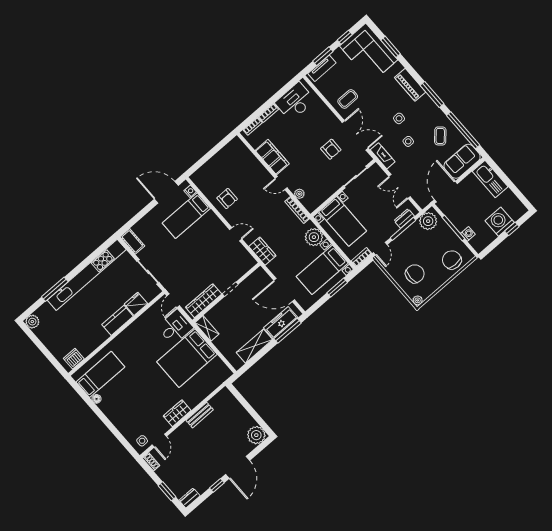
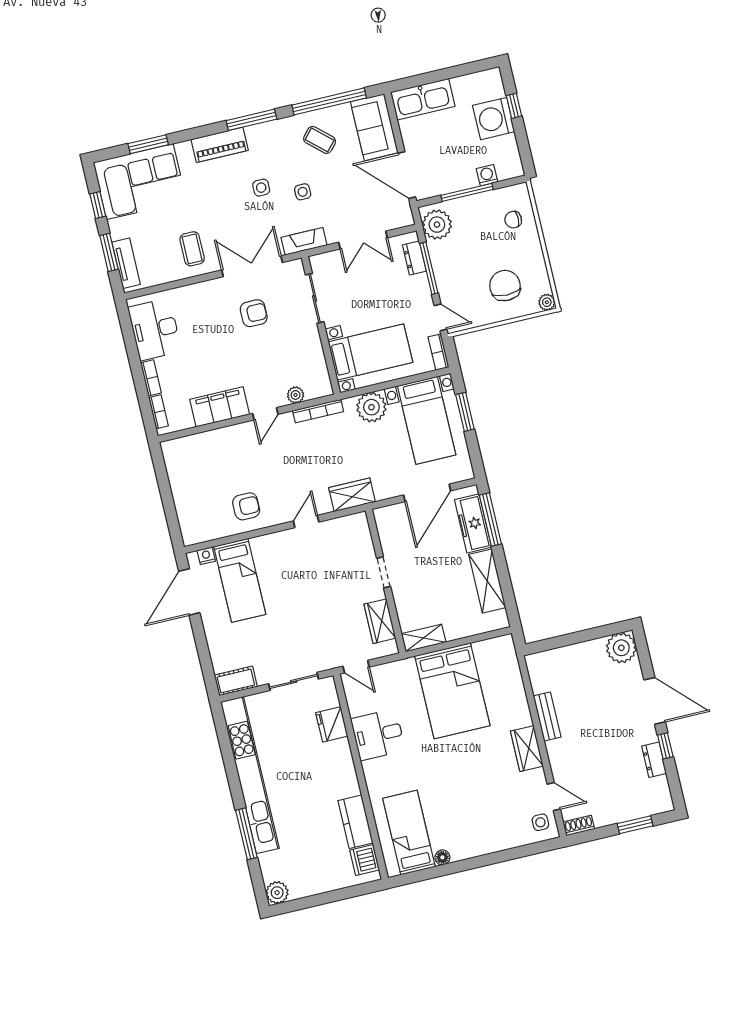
chair: (452, 260) -> (513, 220), width x0.54, depth x0.54
wardrobe: (204, 301) -> (380, 621), width x0.67
kitchen counter: (118, 320) -> (355, 822), moved
desk: (175, 327) -> (378, 735), moved, turned -90
dresser: (190, 498) -> (654, 760), moved

